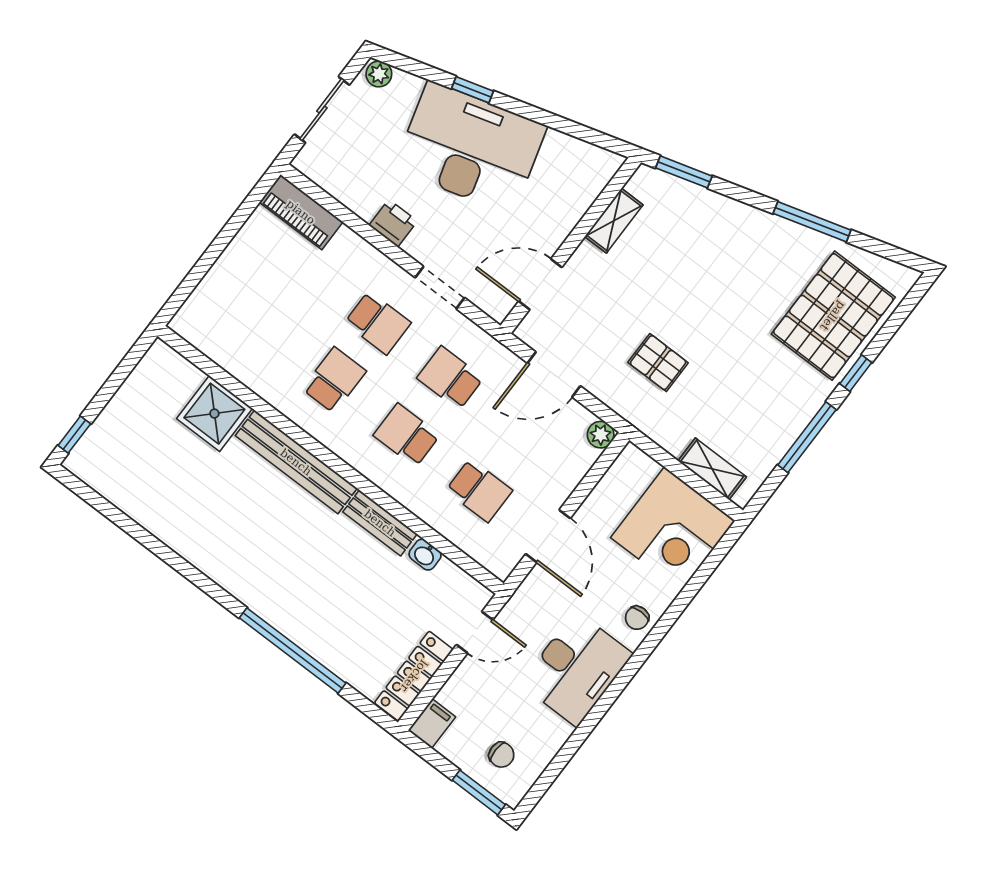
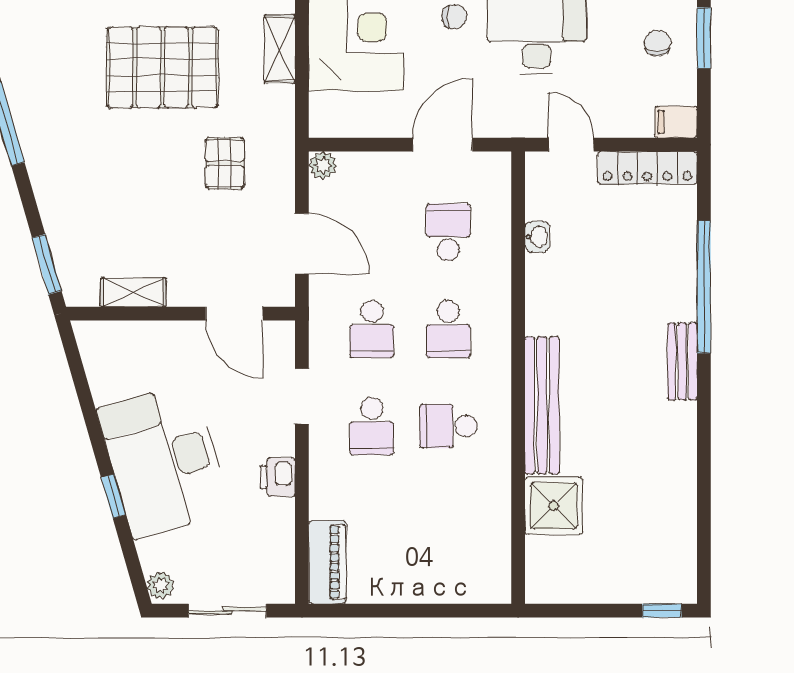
pallet: (833, 316) -> (162, 67), moved
school desk: (378, 323) -> (372, 426), turned 180
bench: (380, 523) -> (682, 361), moved

